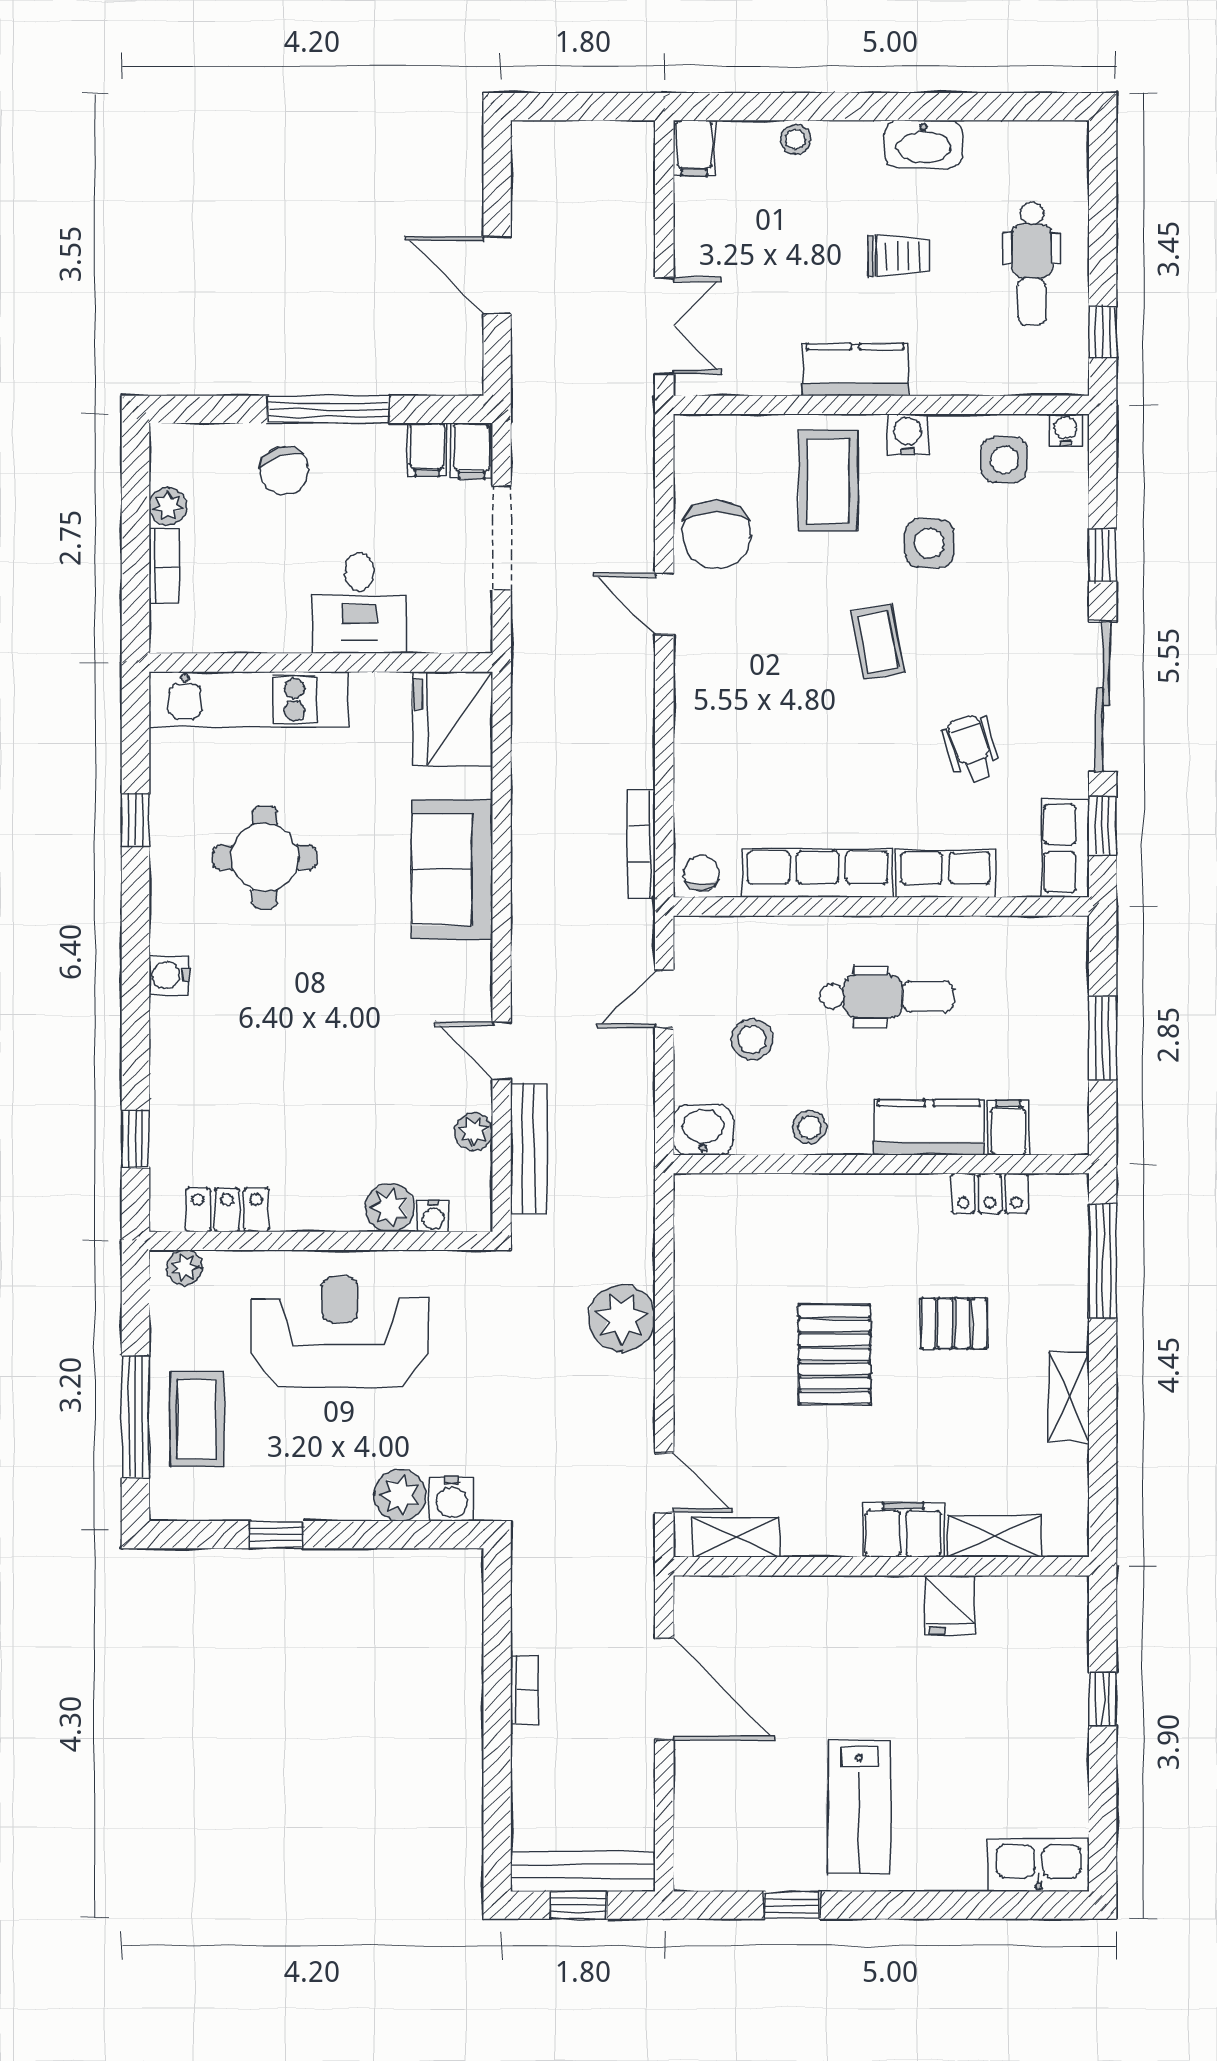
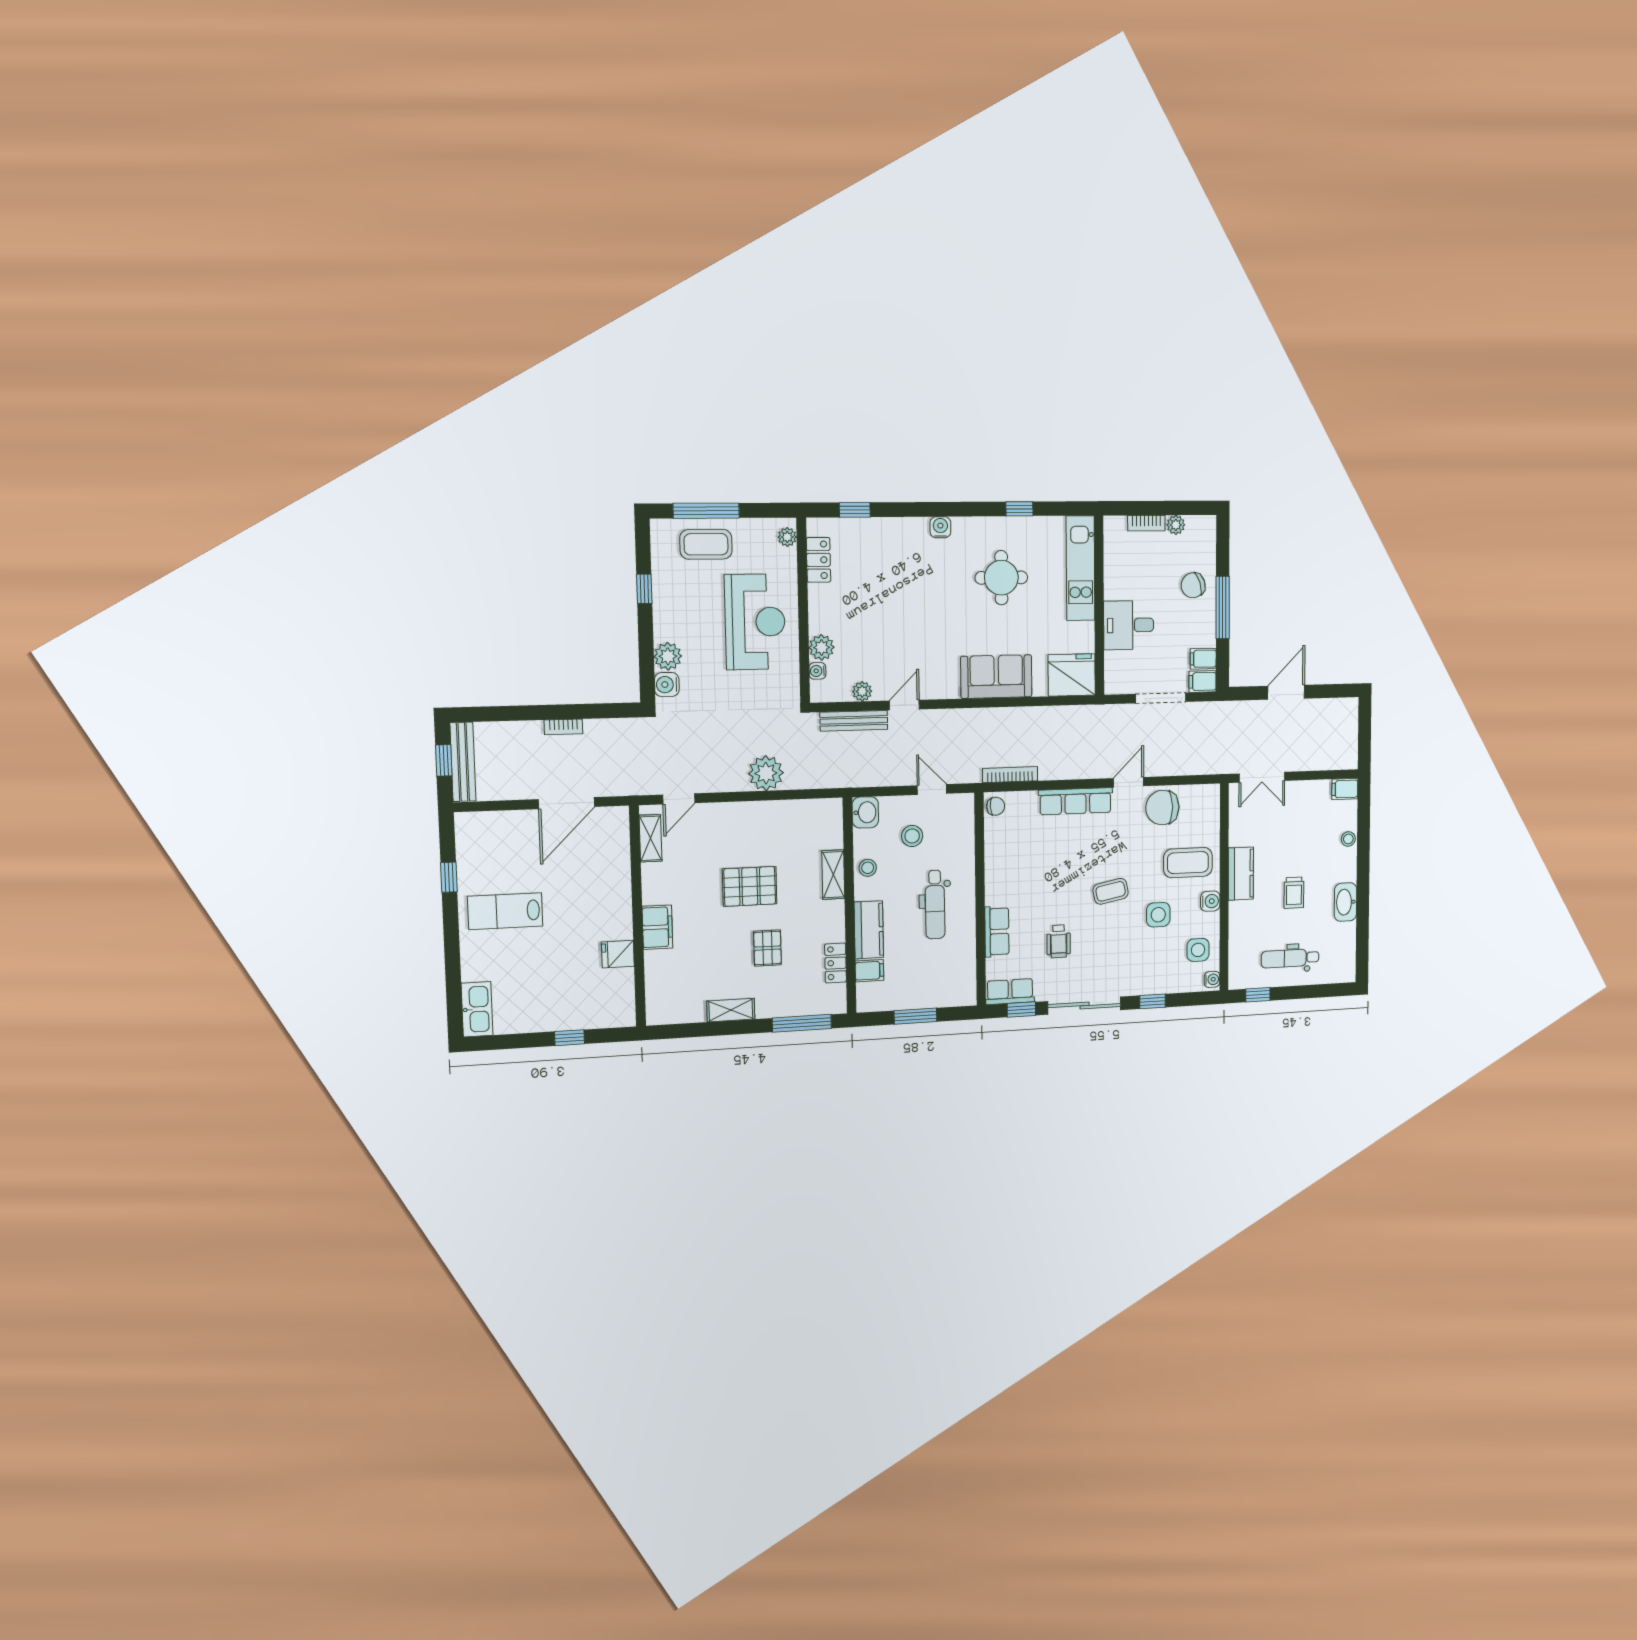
wheelchair: (972, 749) -> (1059, 941), turned 108
row of seats: (817, 873) -> (1075, 801), moved, turned 90
shelving: (994, 1536) -> (833, 875), moved

